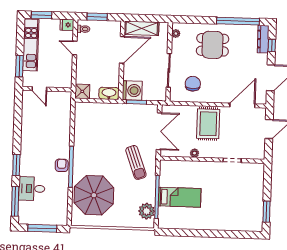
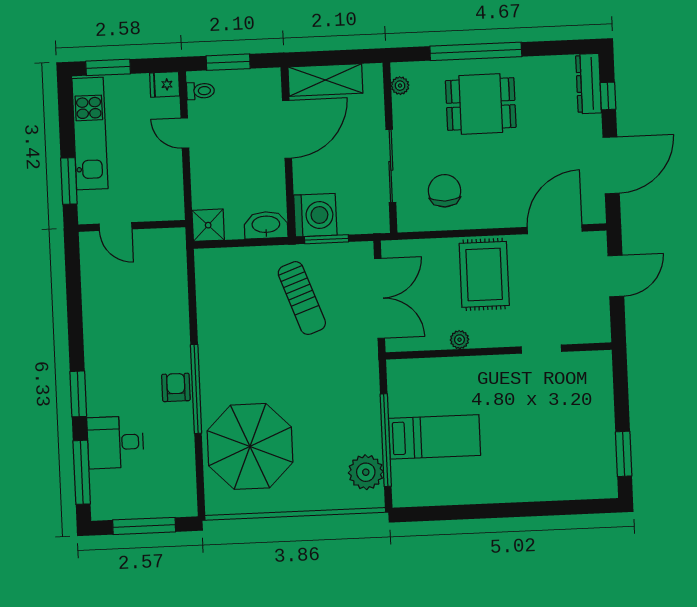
window: (238, 21) -> (476, 51), moved
sun lounger: (136, 162) -> (302, 298), moved

